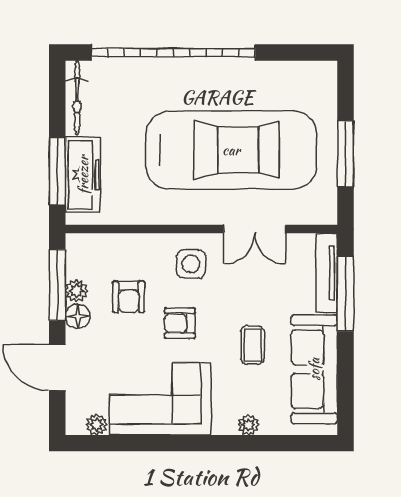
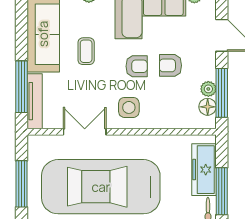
window: (57, 171) -> (222, 191), moved
armchair: (129, 297) -> (170, 65), moved, turned -90
floor lamp: (78, 316) -> (208, 107), moved

